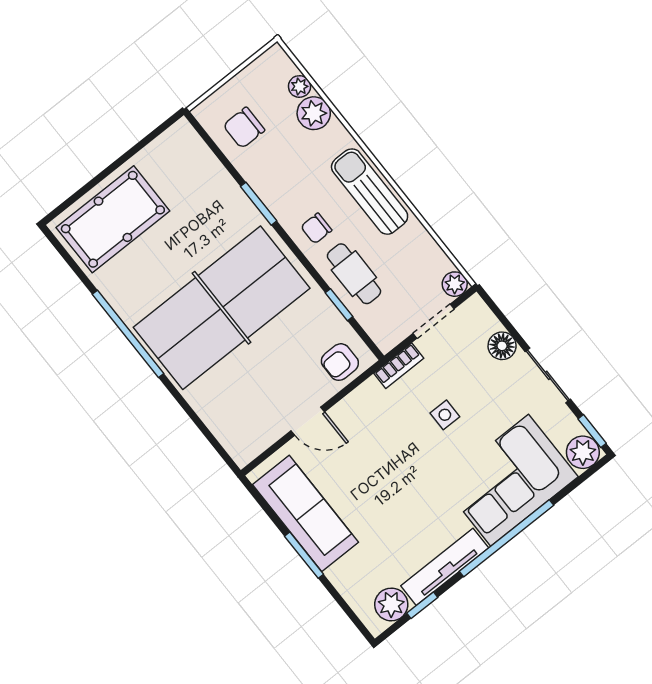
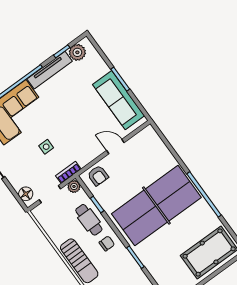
plant: (455, 284) -> (74, 186), moved
floor lamp: (502, 346) -> (26, 194), moved
armchair: (340, 362) -> (98, 176), turned 90

